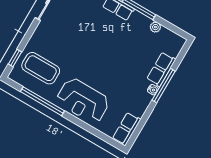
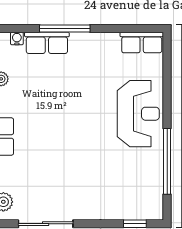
coffee table: (41, 68) -> (129, 186), removed
water cooler: (153, 90) -> (17, 39), moved

